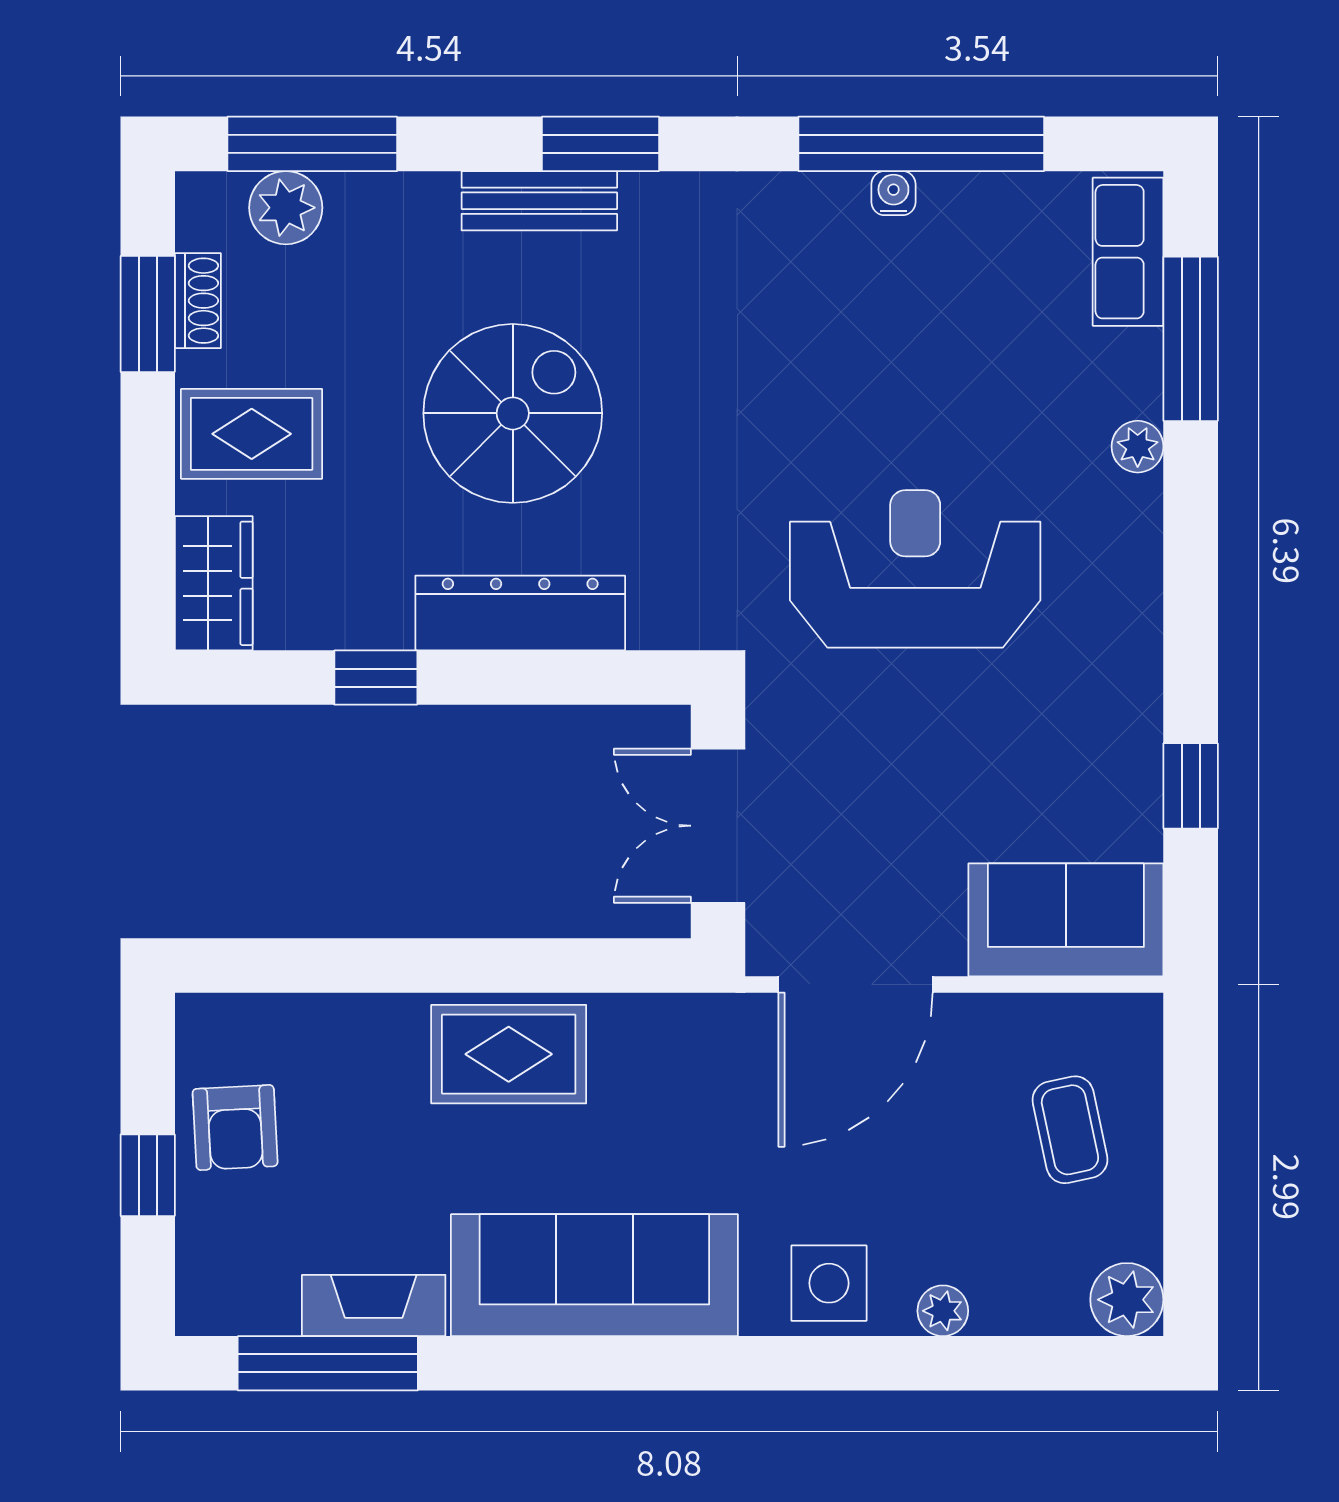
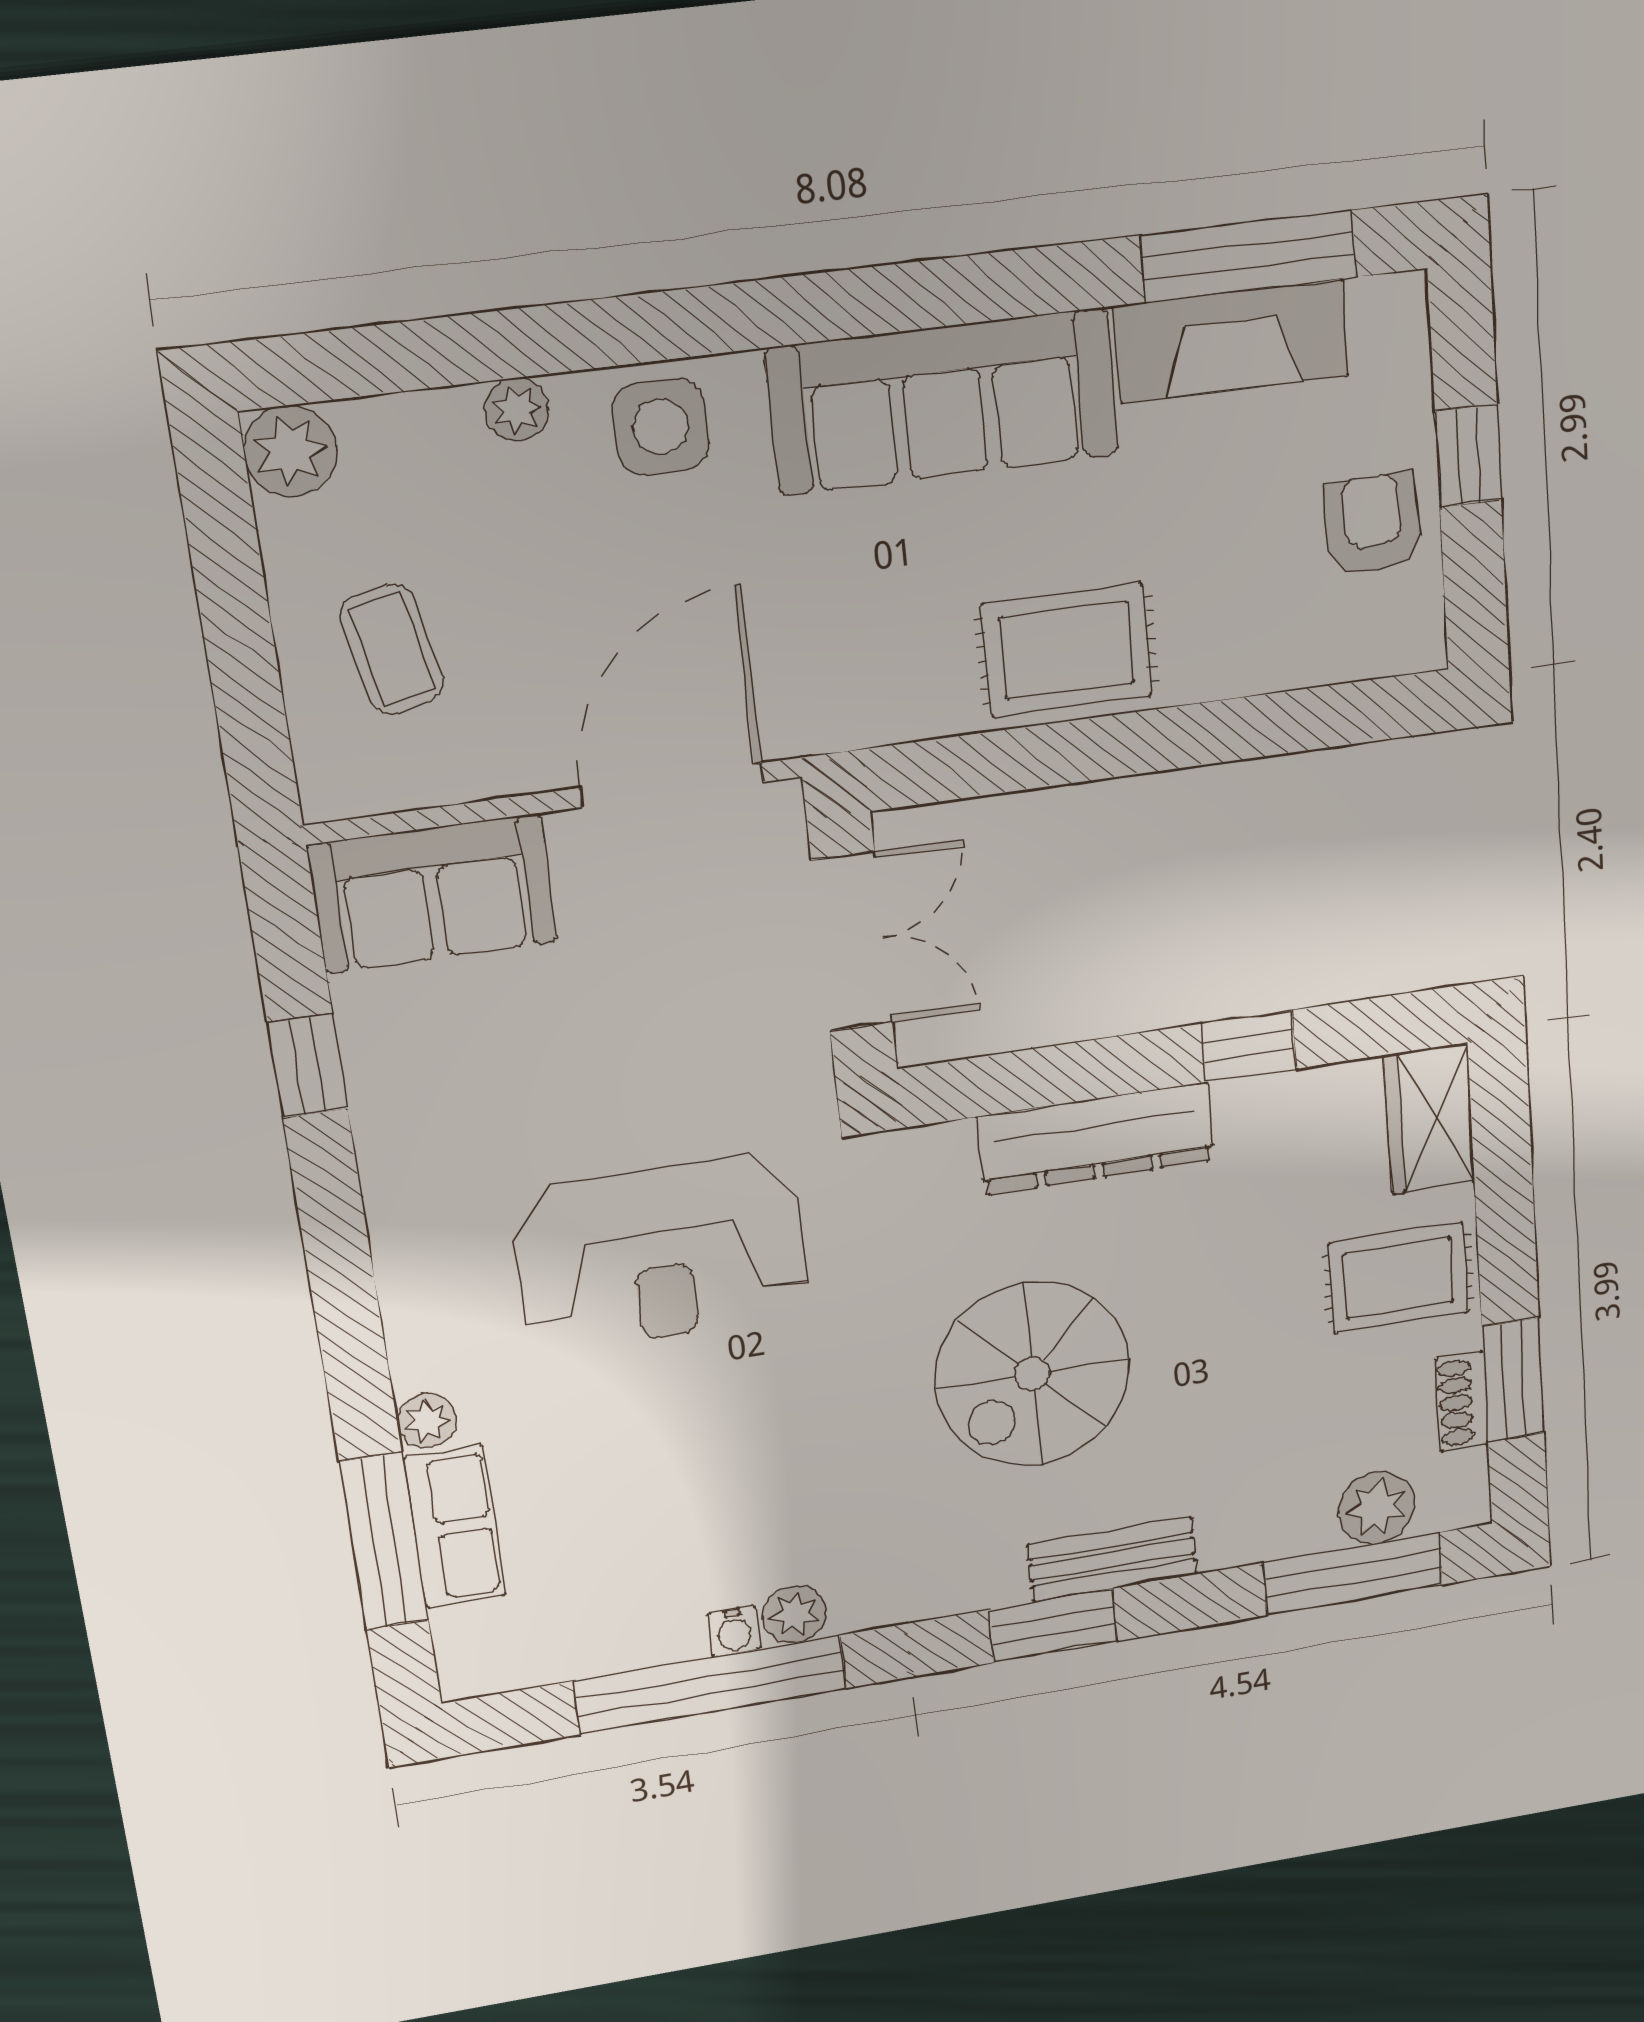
plant: (837, 200) -> (794, 1614), added
row of seats: (1128, 252) -> (454, 1527), moved
spiral stairs: (513, 413) -> (1032, 1374), moved
fireplace: (374, 1306) -> (1232, 341), width x1.37, depth x1.32

